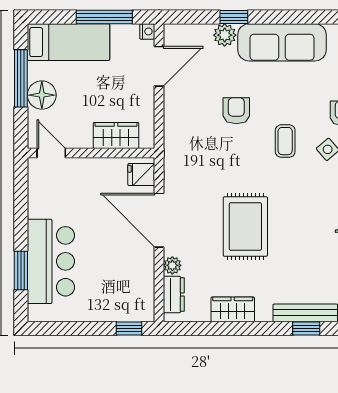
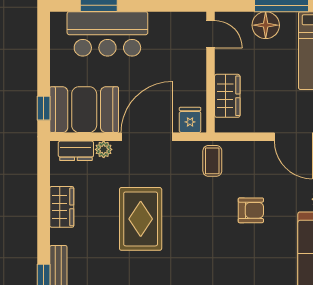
coffee table: (285, 141) -> (212, 161), moved, turned 90
door: (51, 153) -> (211, 34), hinge flipped
rug: (245, 227) -> (141, 219), turned 90
booth: (130, 286) -> (84, 110), added

